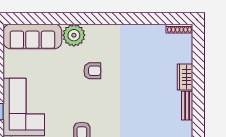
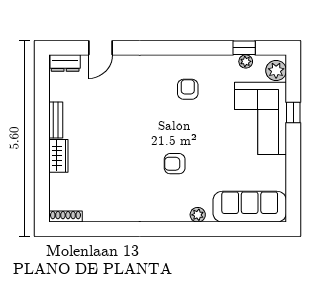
plant: (74, 35) -> (198, 215), width x0.53, depth x0.53

